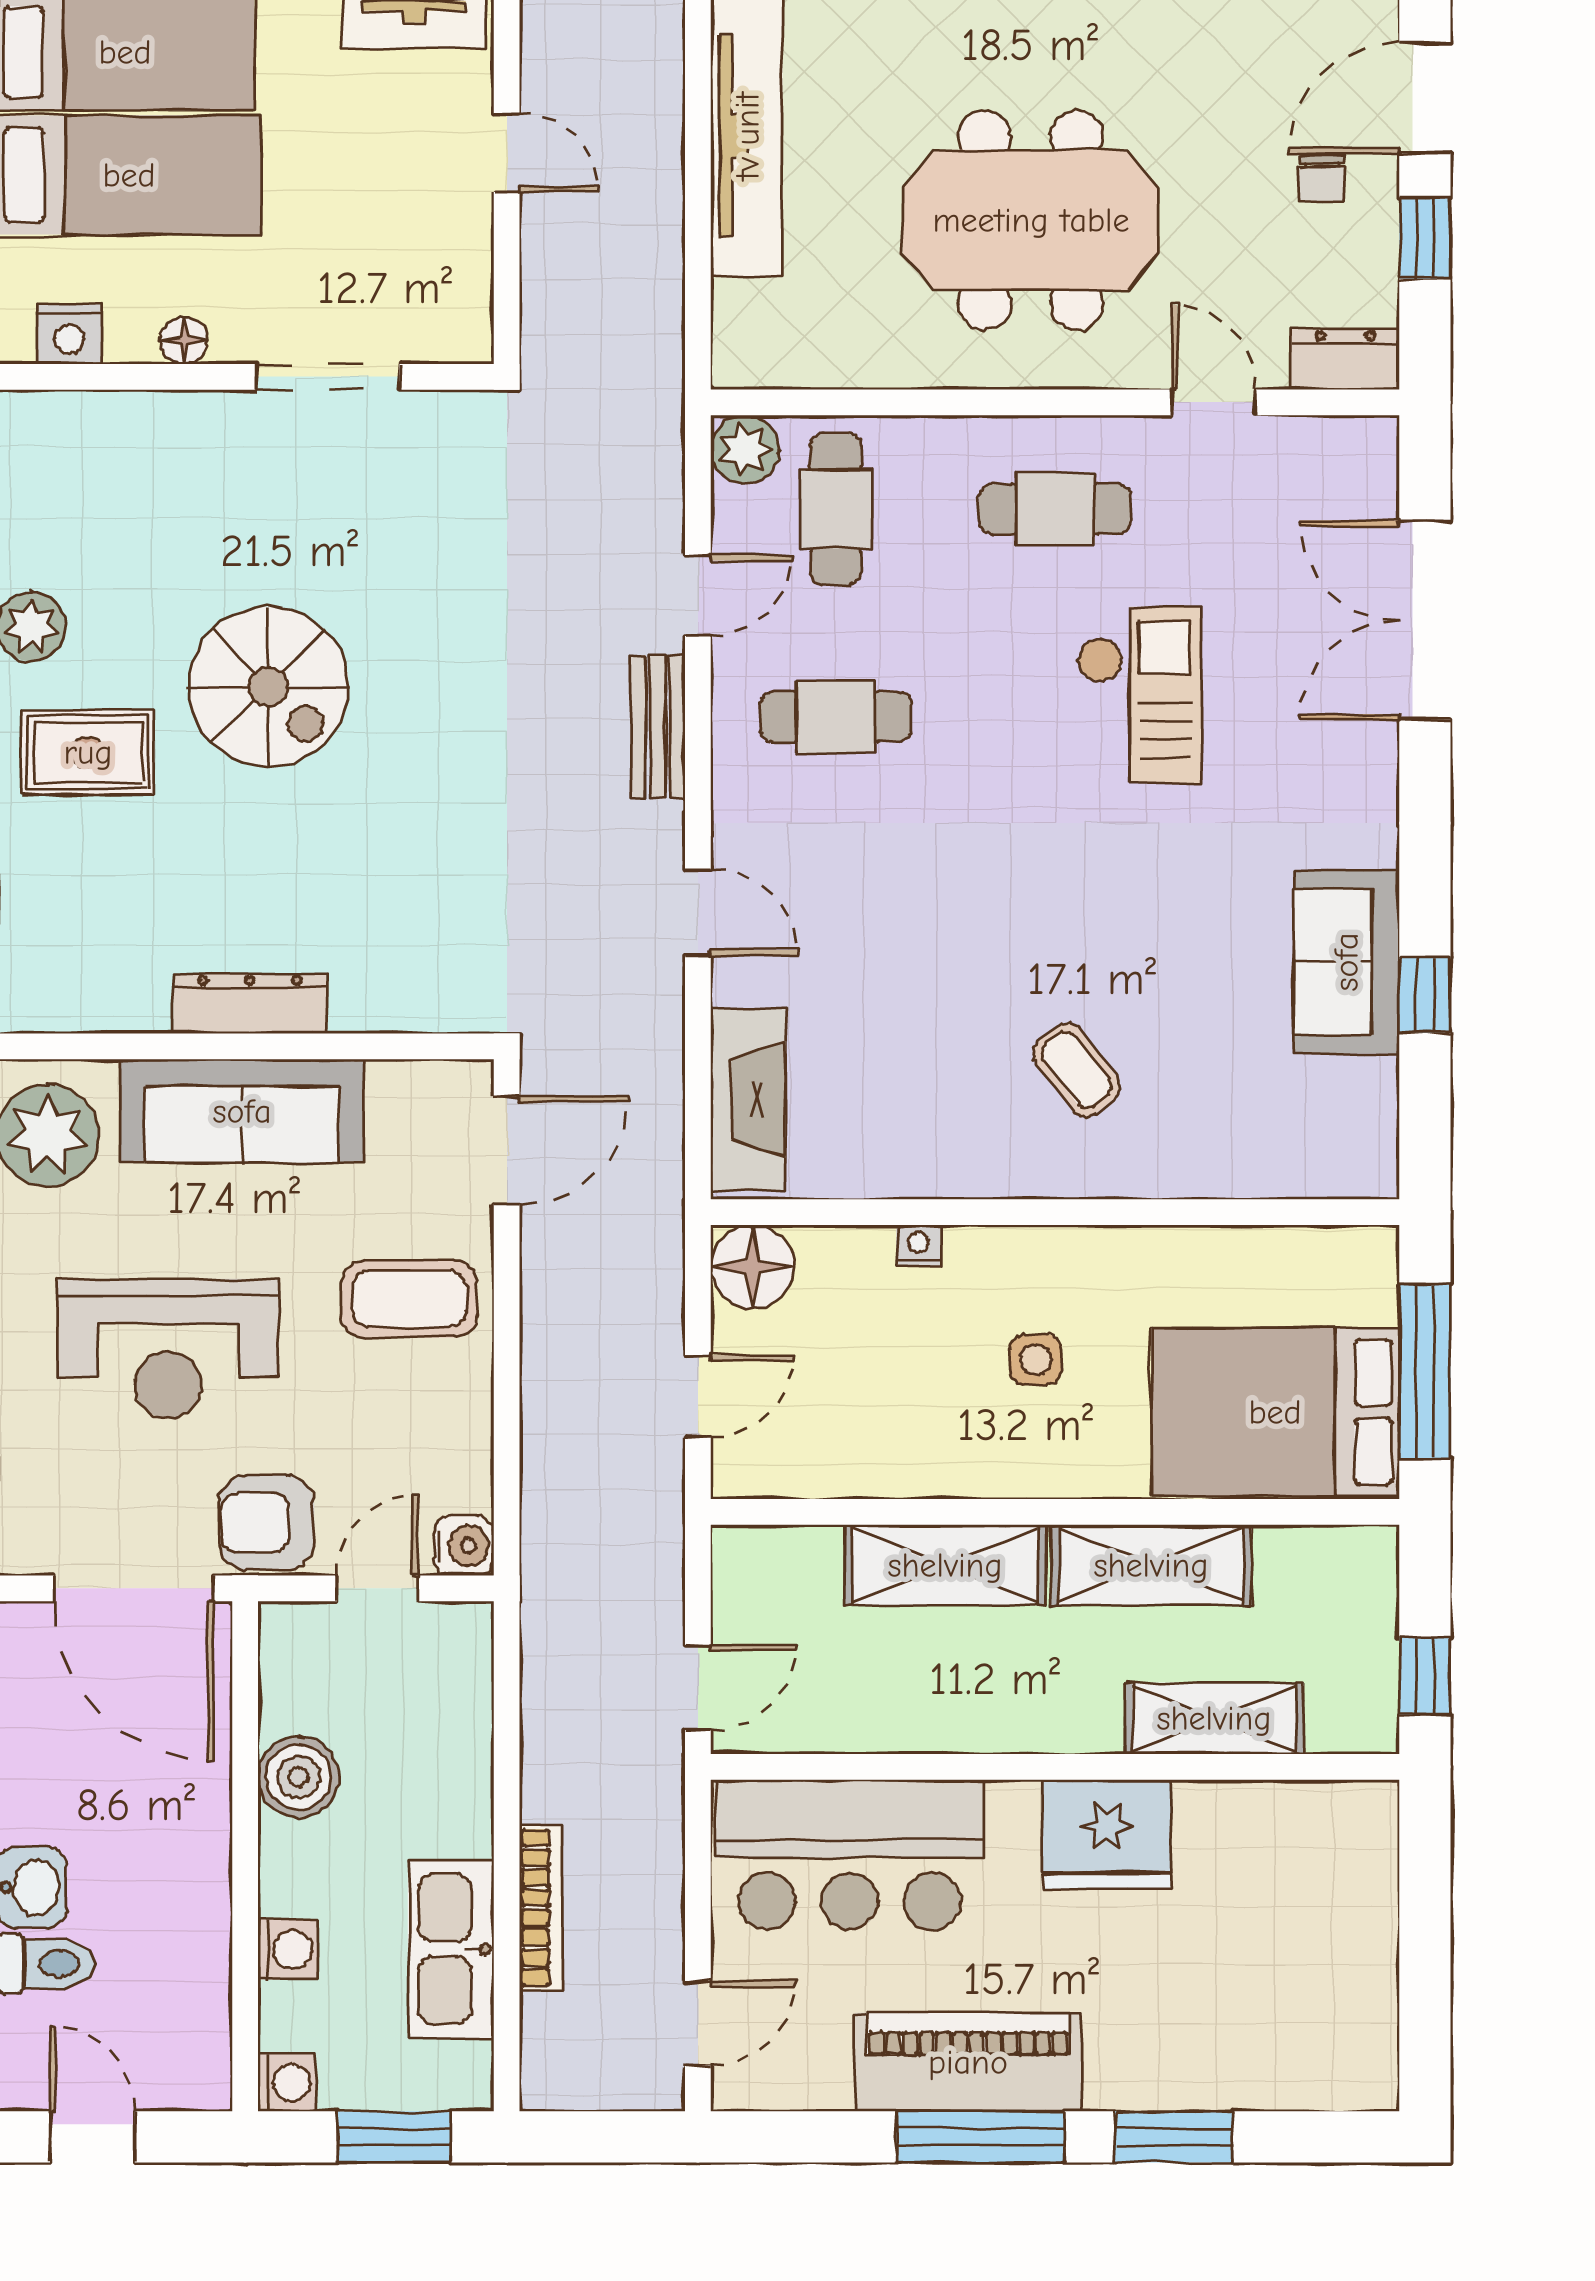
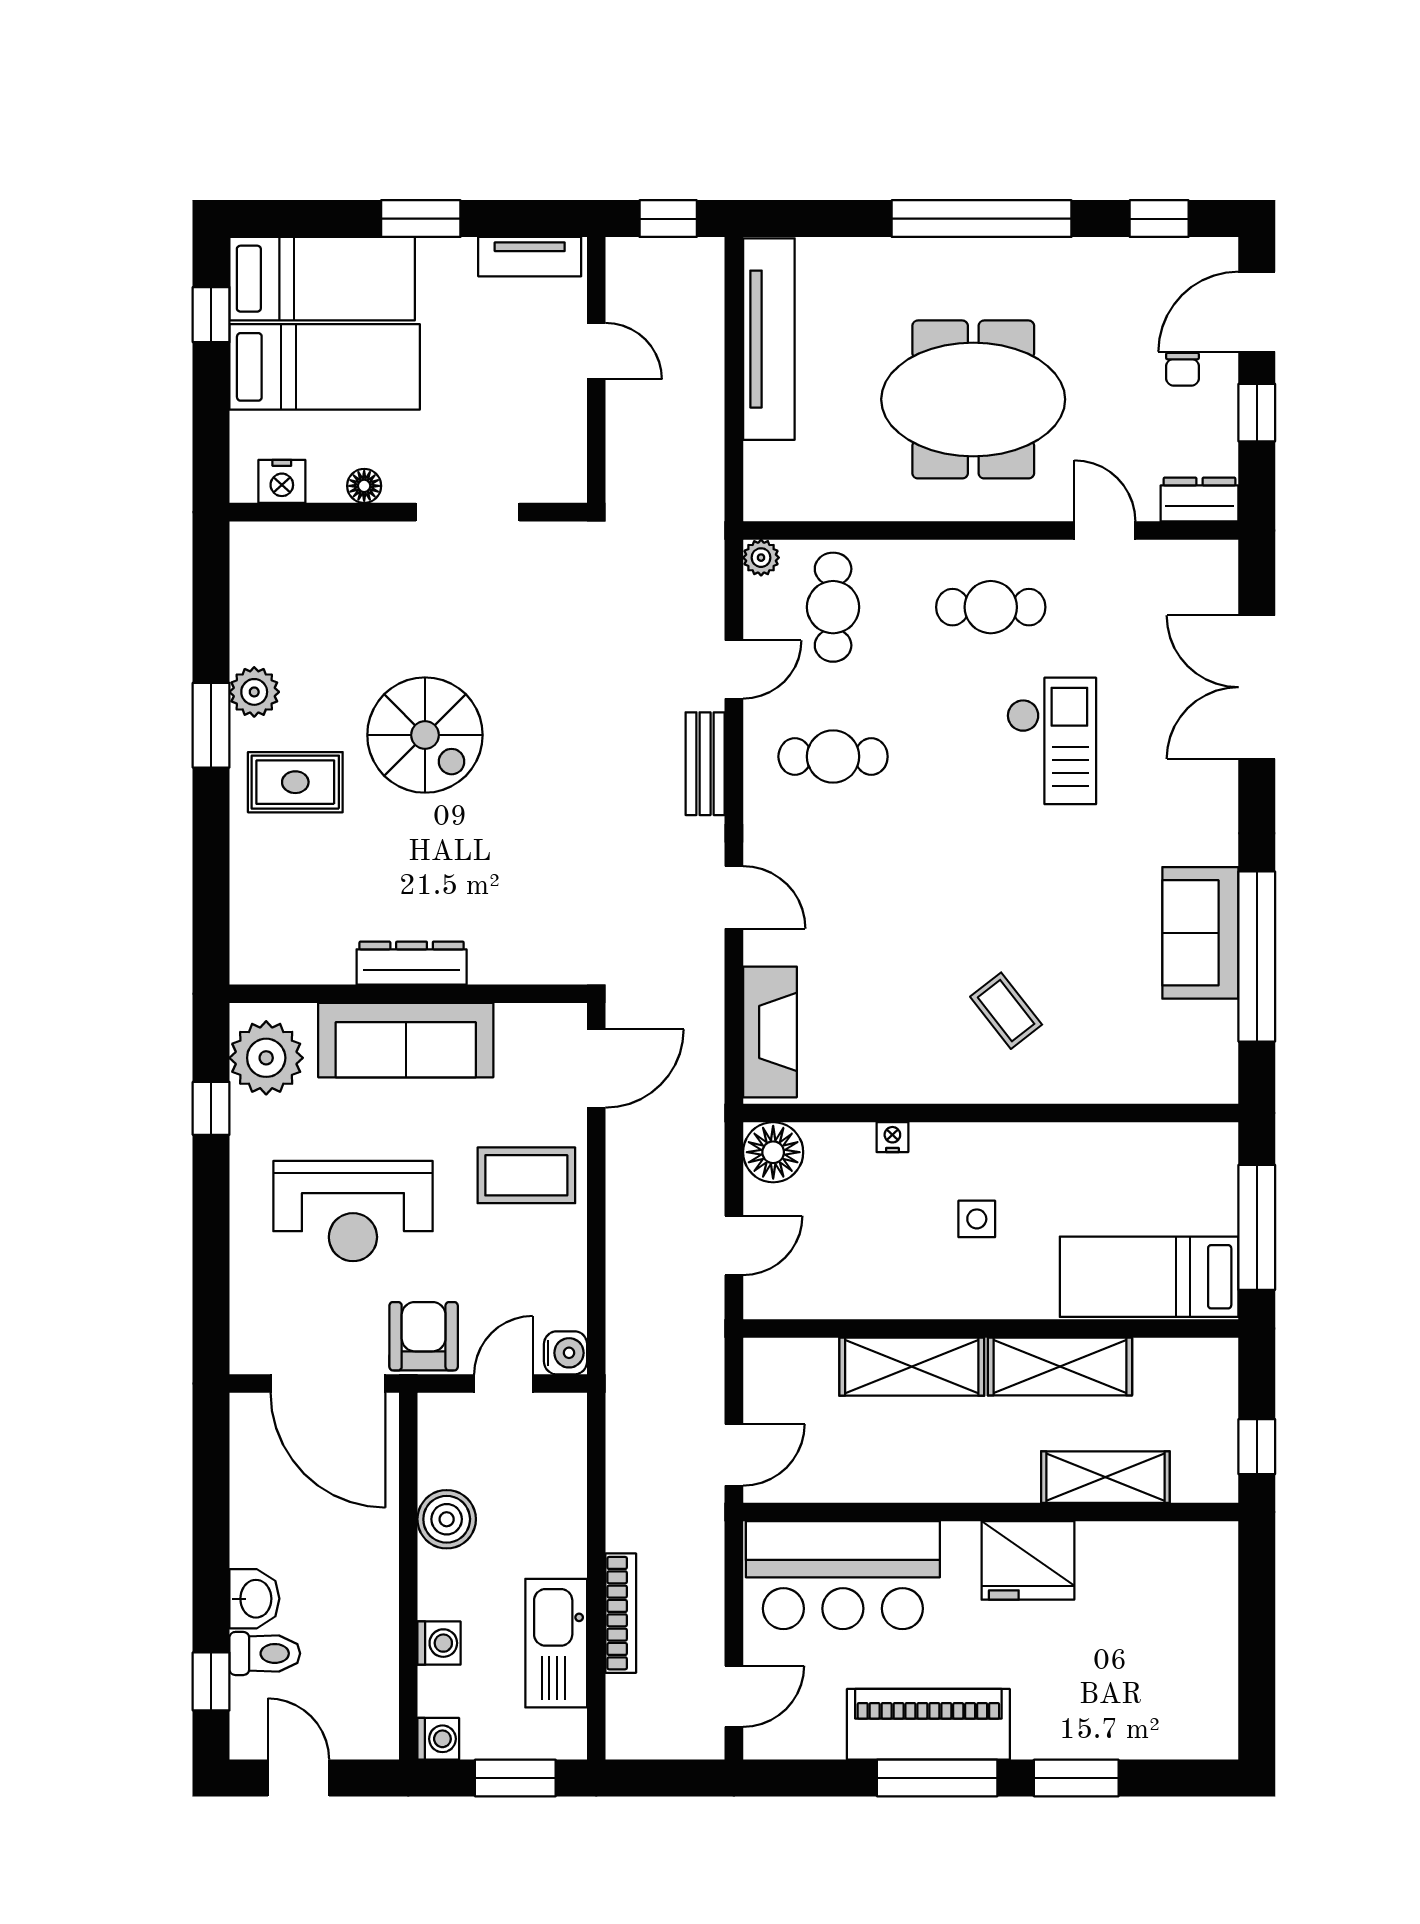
plant: (745, 449) -> (761, 558), width x0.73, depth x0.73
window: (1425, 995) -> (1257, 957), width x3.17
bed: (1275, 1412) -> (1149, 1277), width x0.67
armchair: (266, 1523) -> (424, 1336), turned 90

